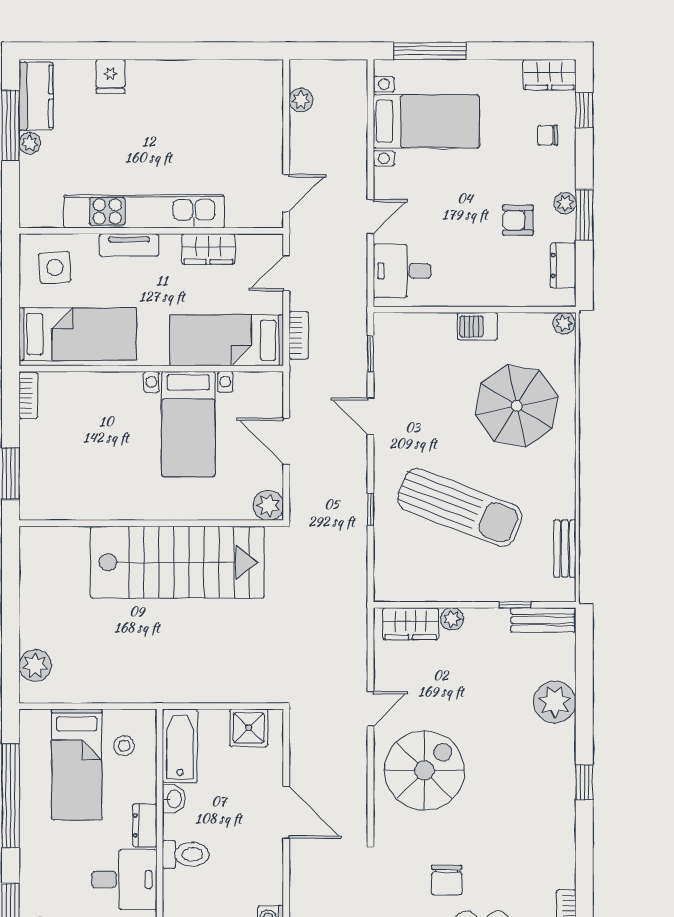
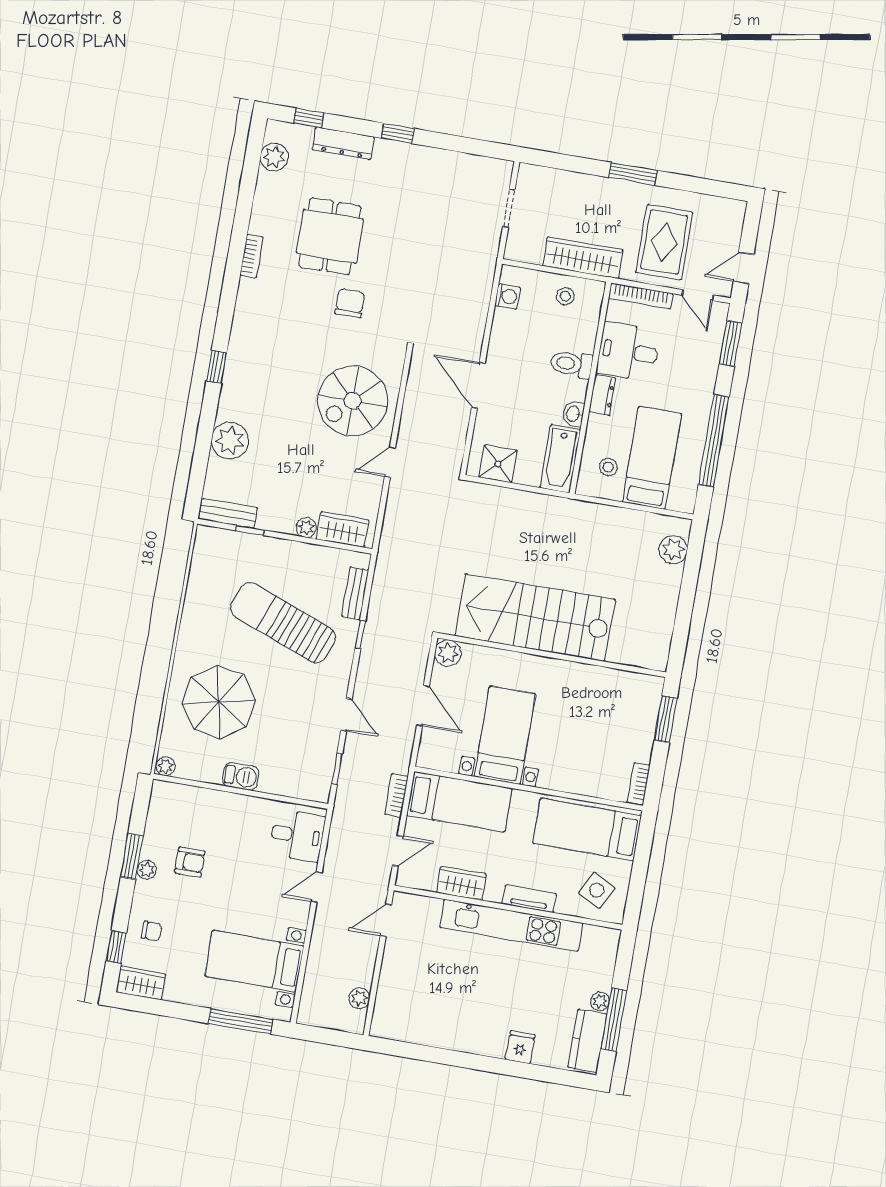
dresser: (563, 266) -> (158, 816), removed
side table: (55, 267) -> (597, 890), turned 32
bench: (565, 549) -> (355, 593), moved

